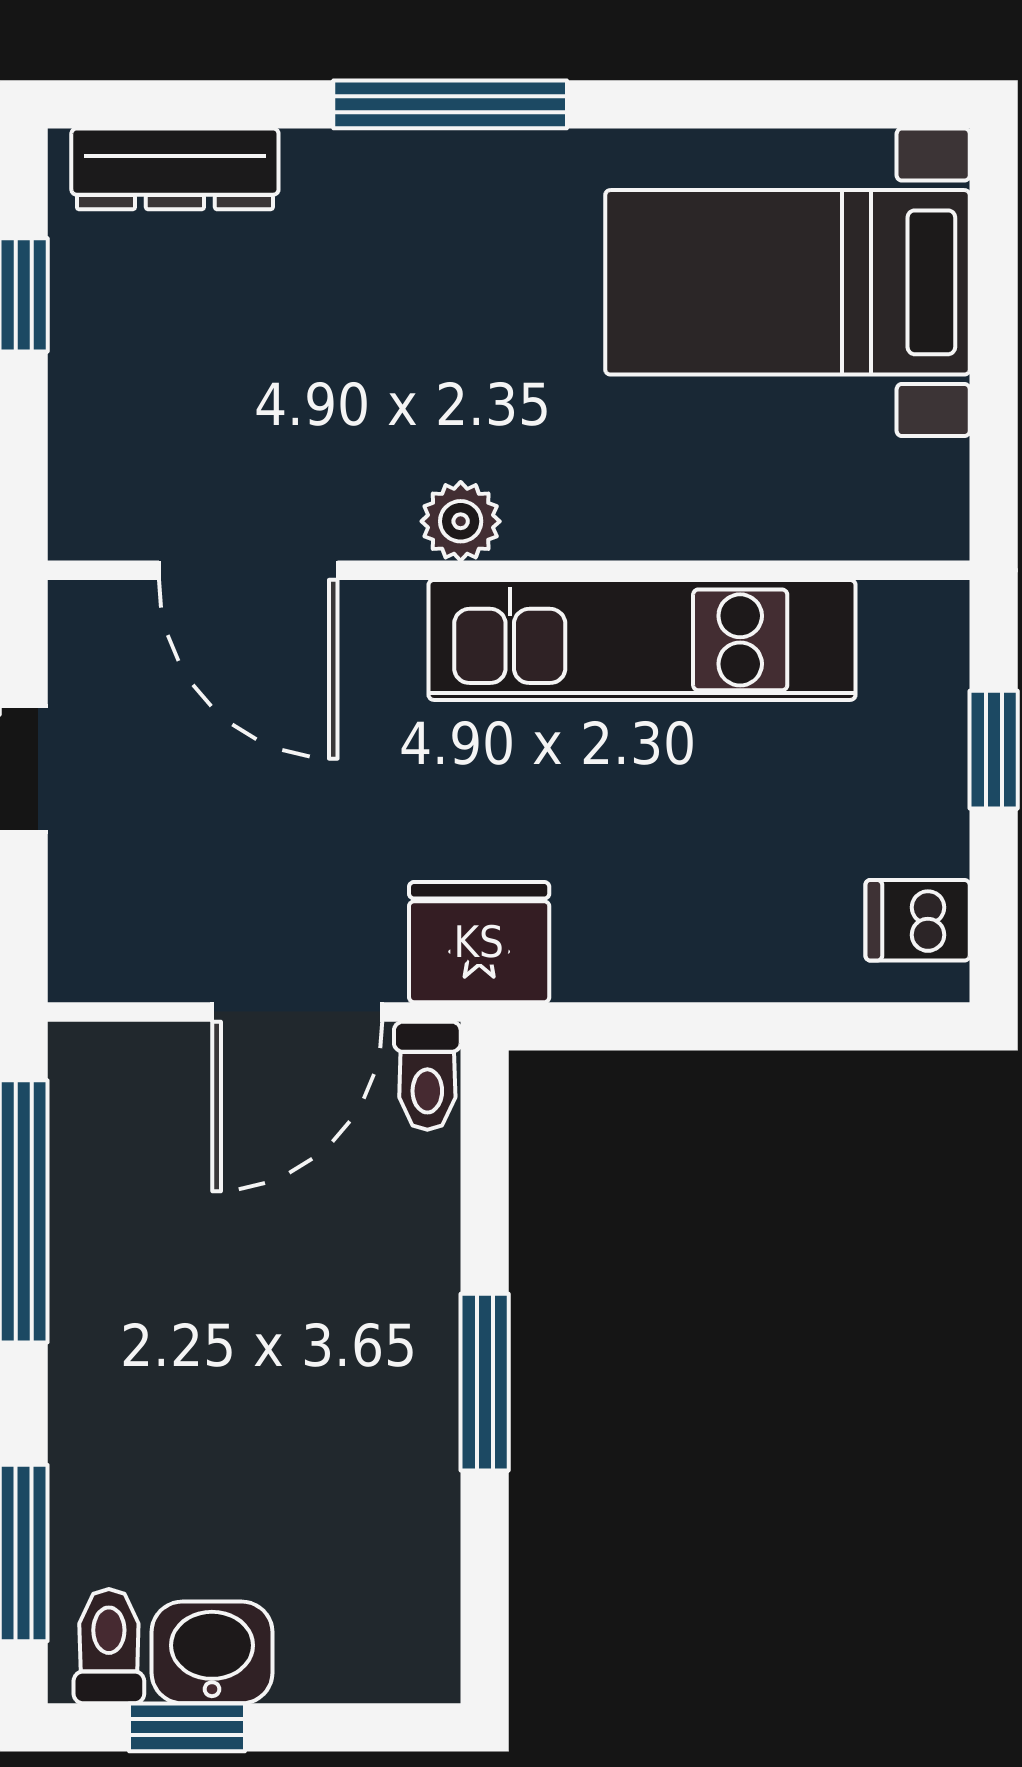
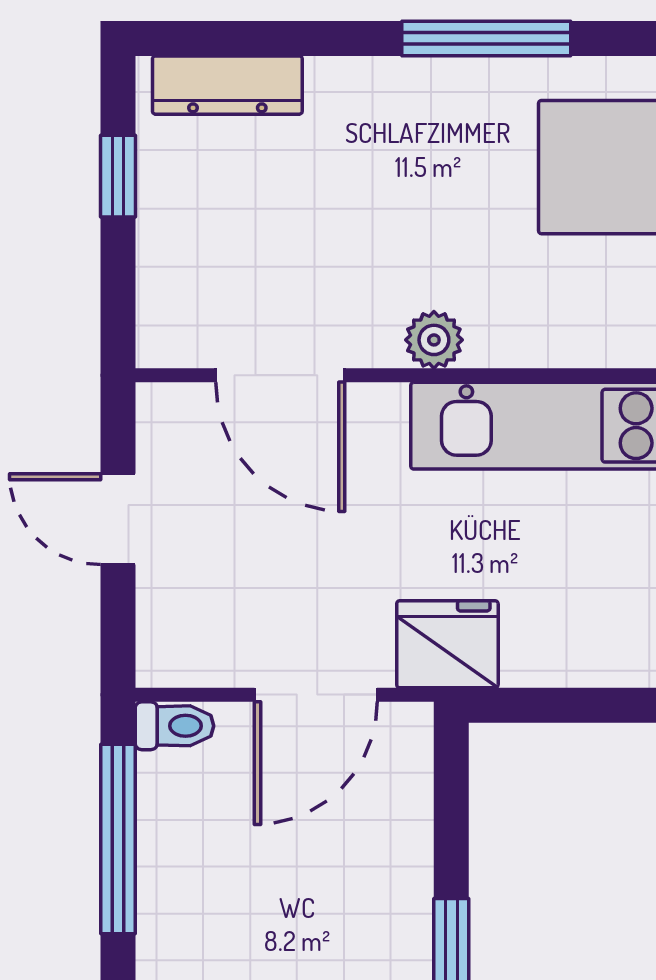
window: (450, 104) -> (486, 38), moved
toilet: (427, 1076) -> (175, 726), moved, turned -90

